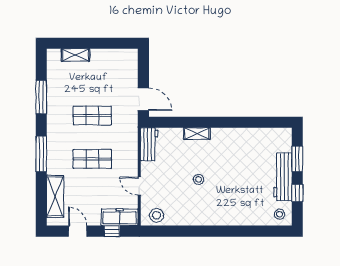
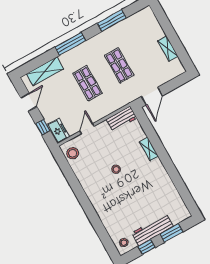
shelving: (75, 55) -> (168, 48), moved
freezer: (120, 217) -> (58, 131), width x0.71

